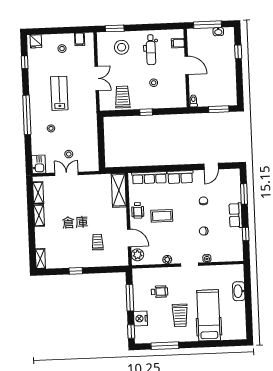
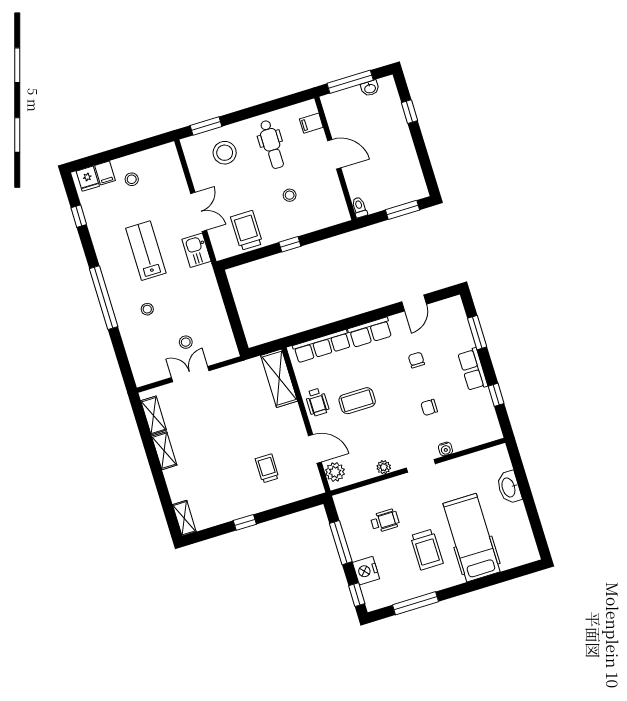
filing cabinet: (80, 39) -> (105, 173), moved
kitchen sink: (39, 164) -> (196, 250), moved, turned 180

